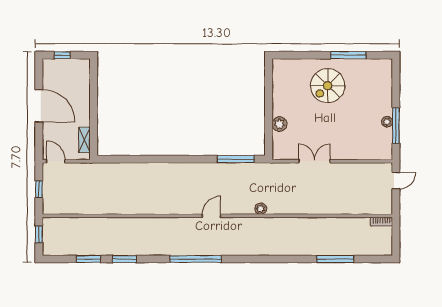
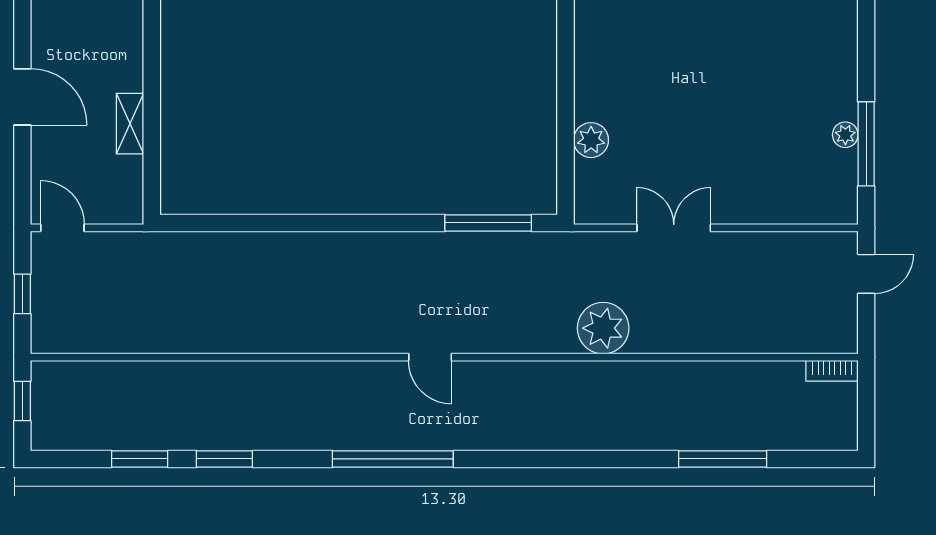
spiral stairs: (328, 86) -> (705, 49), removed
door: (39, 106) -> (22, 97), width x0.73
shelving: (84, 140) -> (130, 124), moved
plant: (261, 209) -> (603, 328), moved, width x1.88, depth x1.88
door: (211, 216) -> (430, 357), swing flipped

